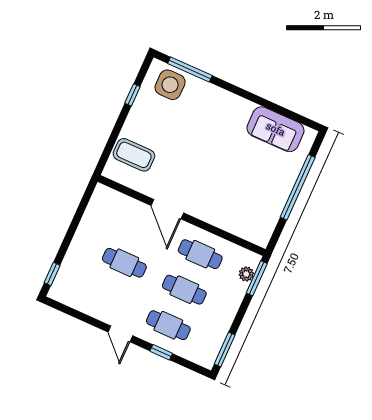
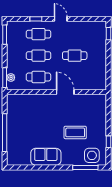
sofa: (276, 129) -> (46, 157), moved
coffee table: (134, 155) -> (75, 132), moved

